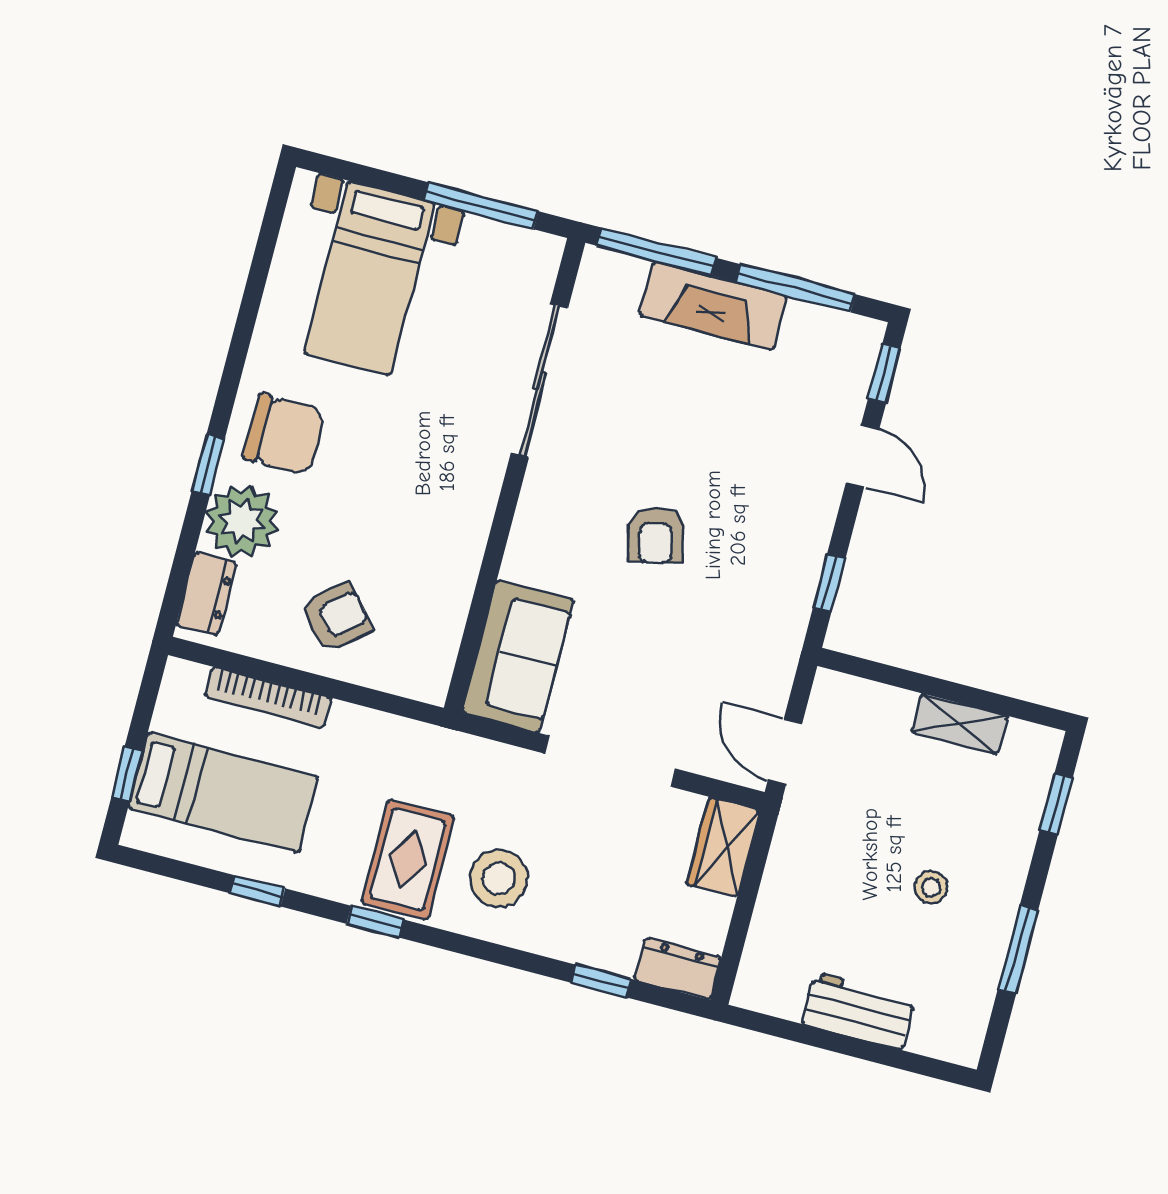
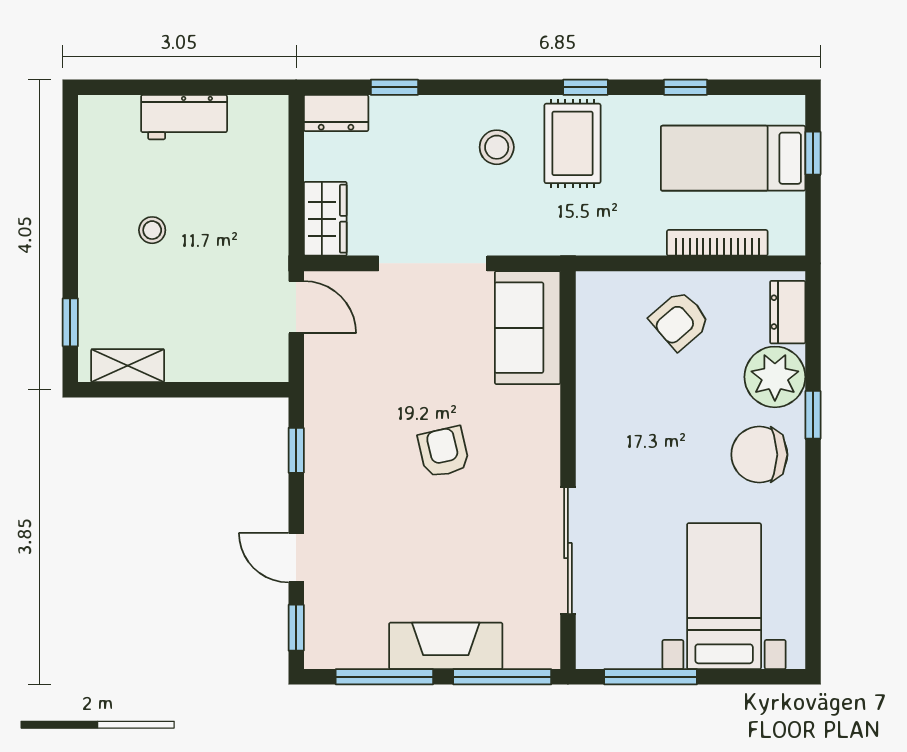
shelving: (959, 724) -> (128, 366), moved
stool: (499, 878) -> (497, 147), width x0.73, depth x0.73
window: (1018, 949) -> (70, 199), removed

